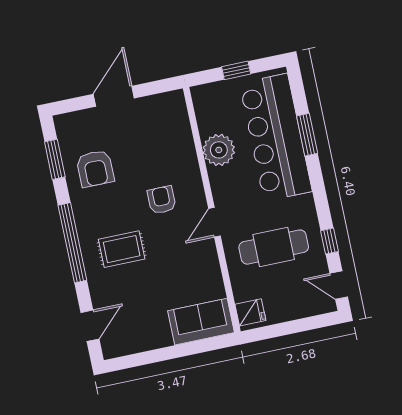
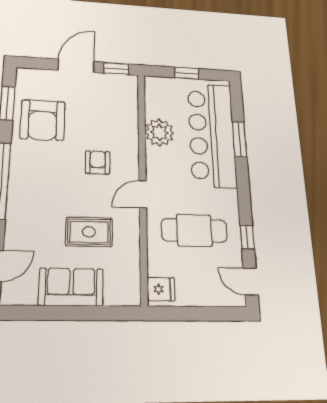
window: (157, 87) -> (116, 69), added
armchair: (95, 169) -> (43, 120), width x1.36, depth x1.36
rug: (122, 249) -> (89, 232), moved
sofa: (201, 322) -> (71, 287), moved

